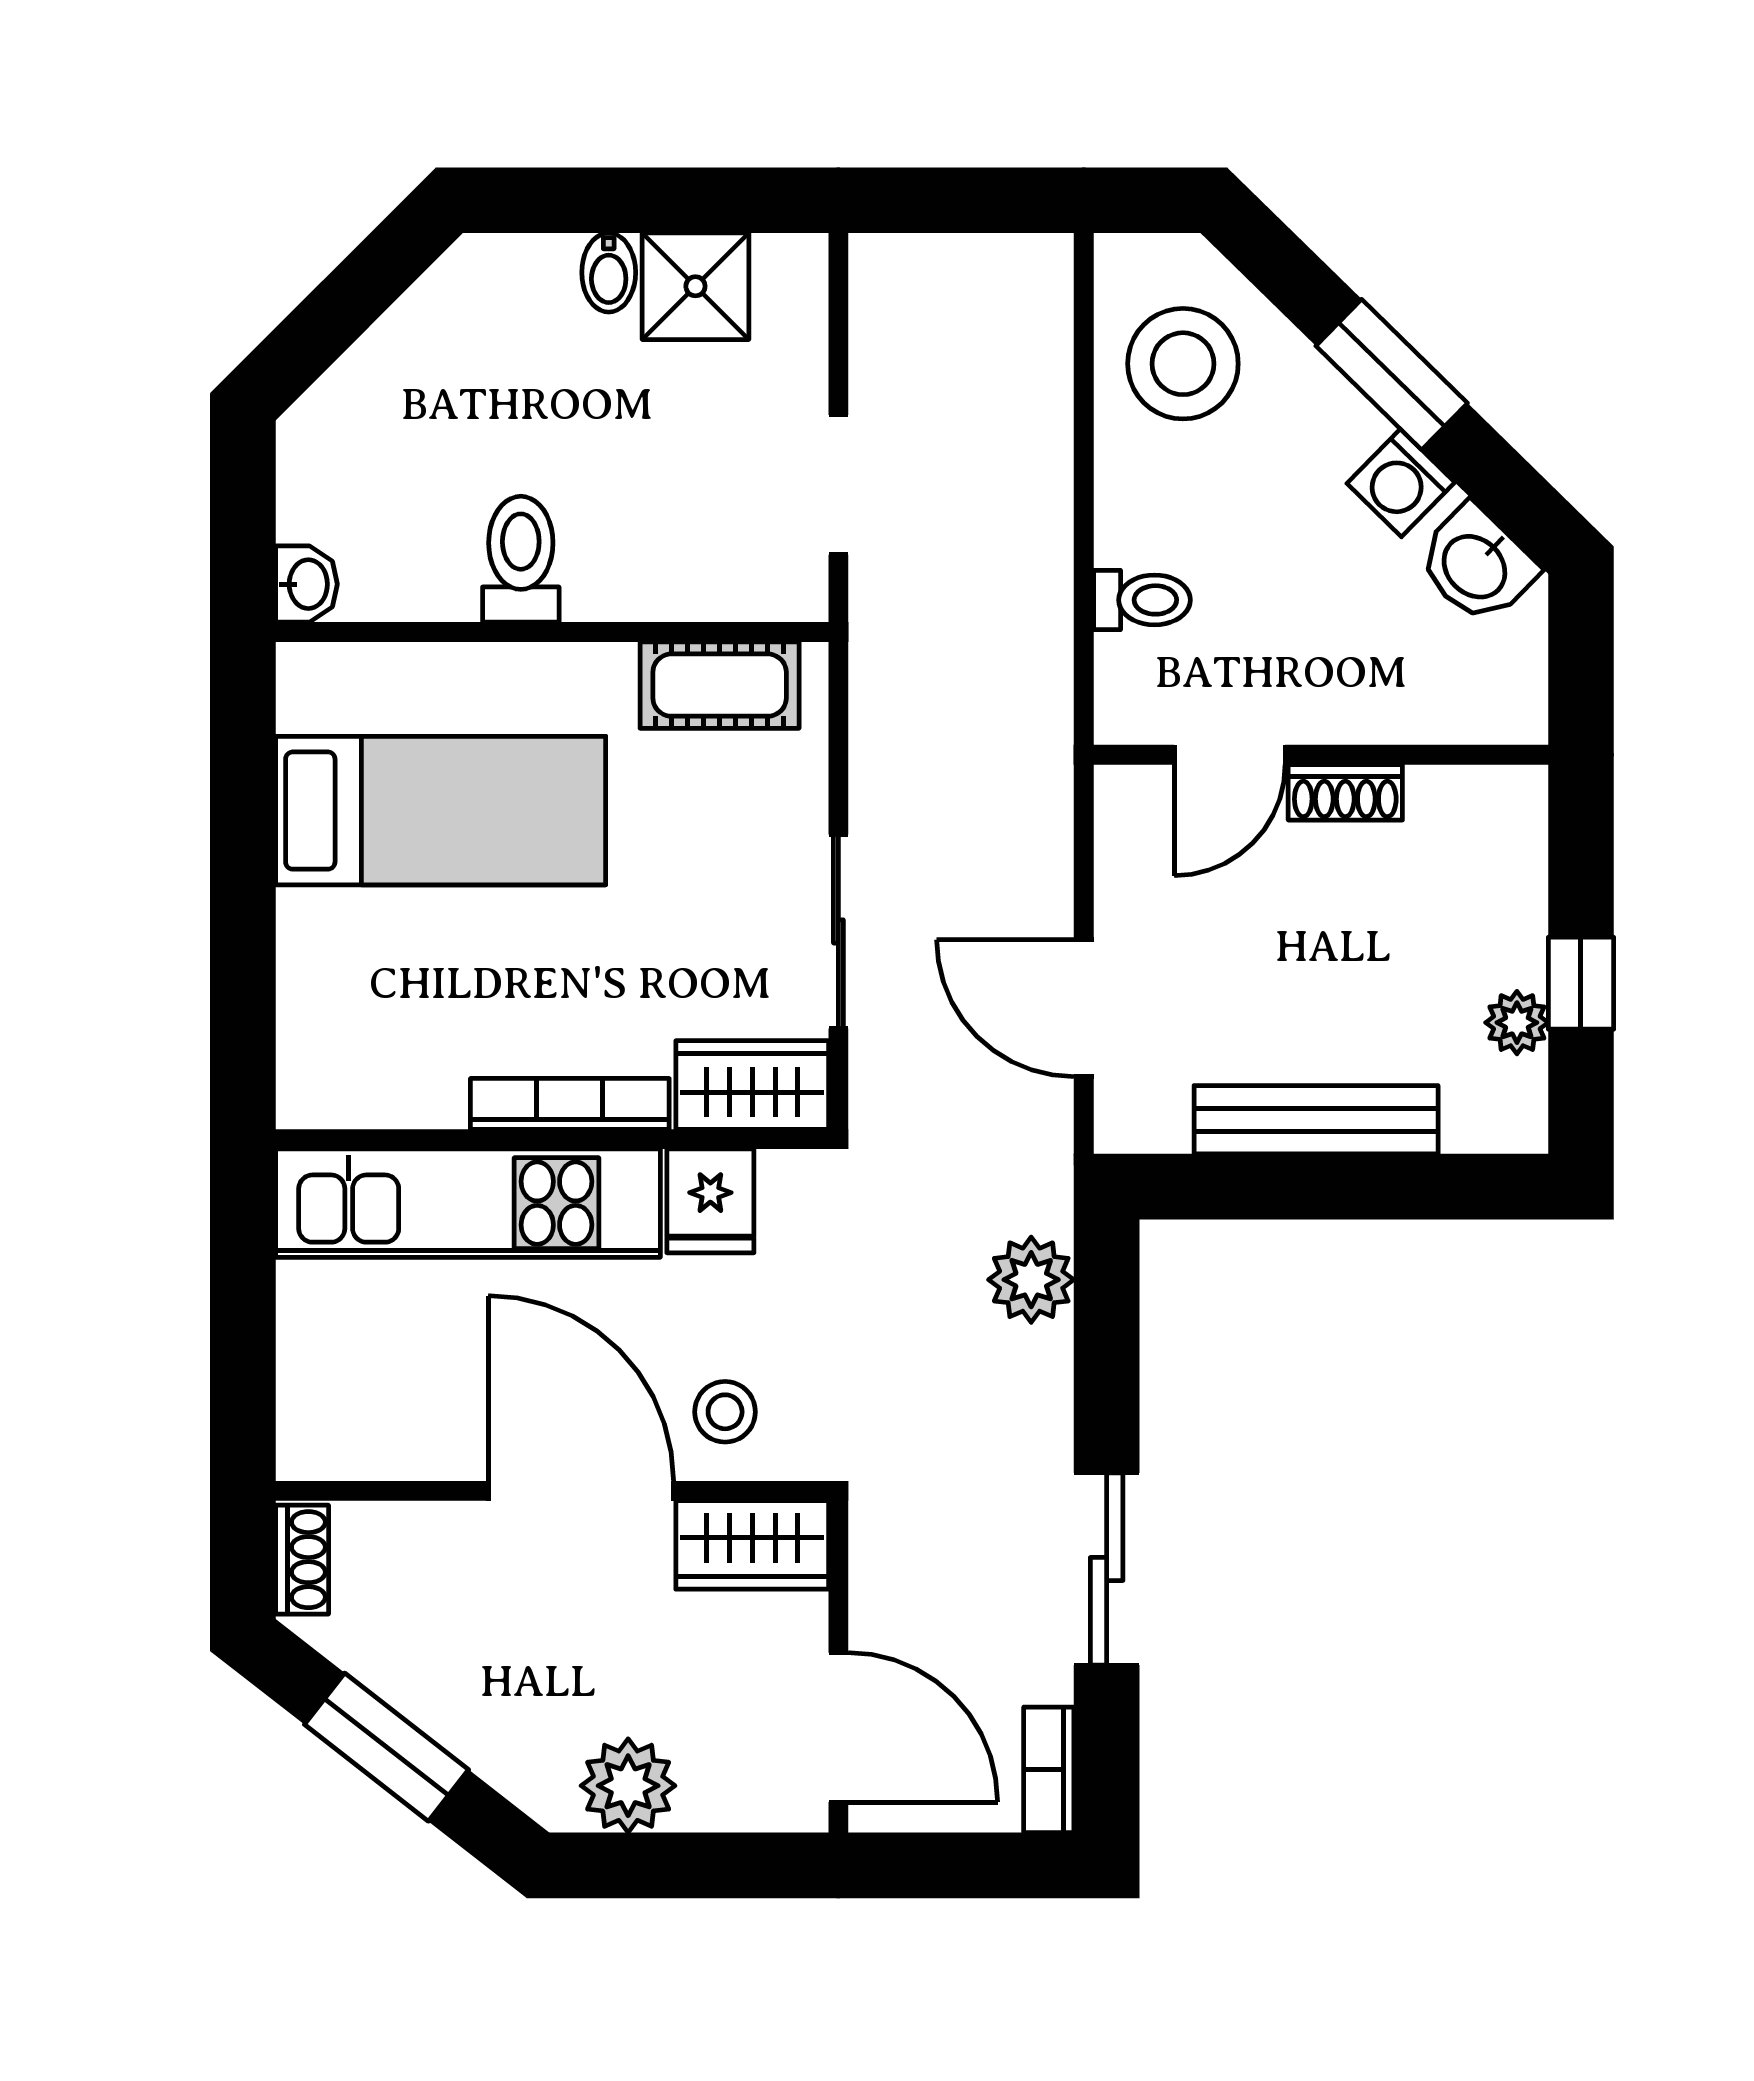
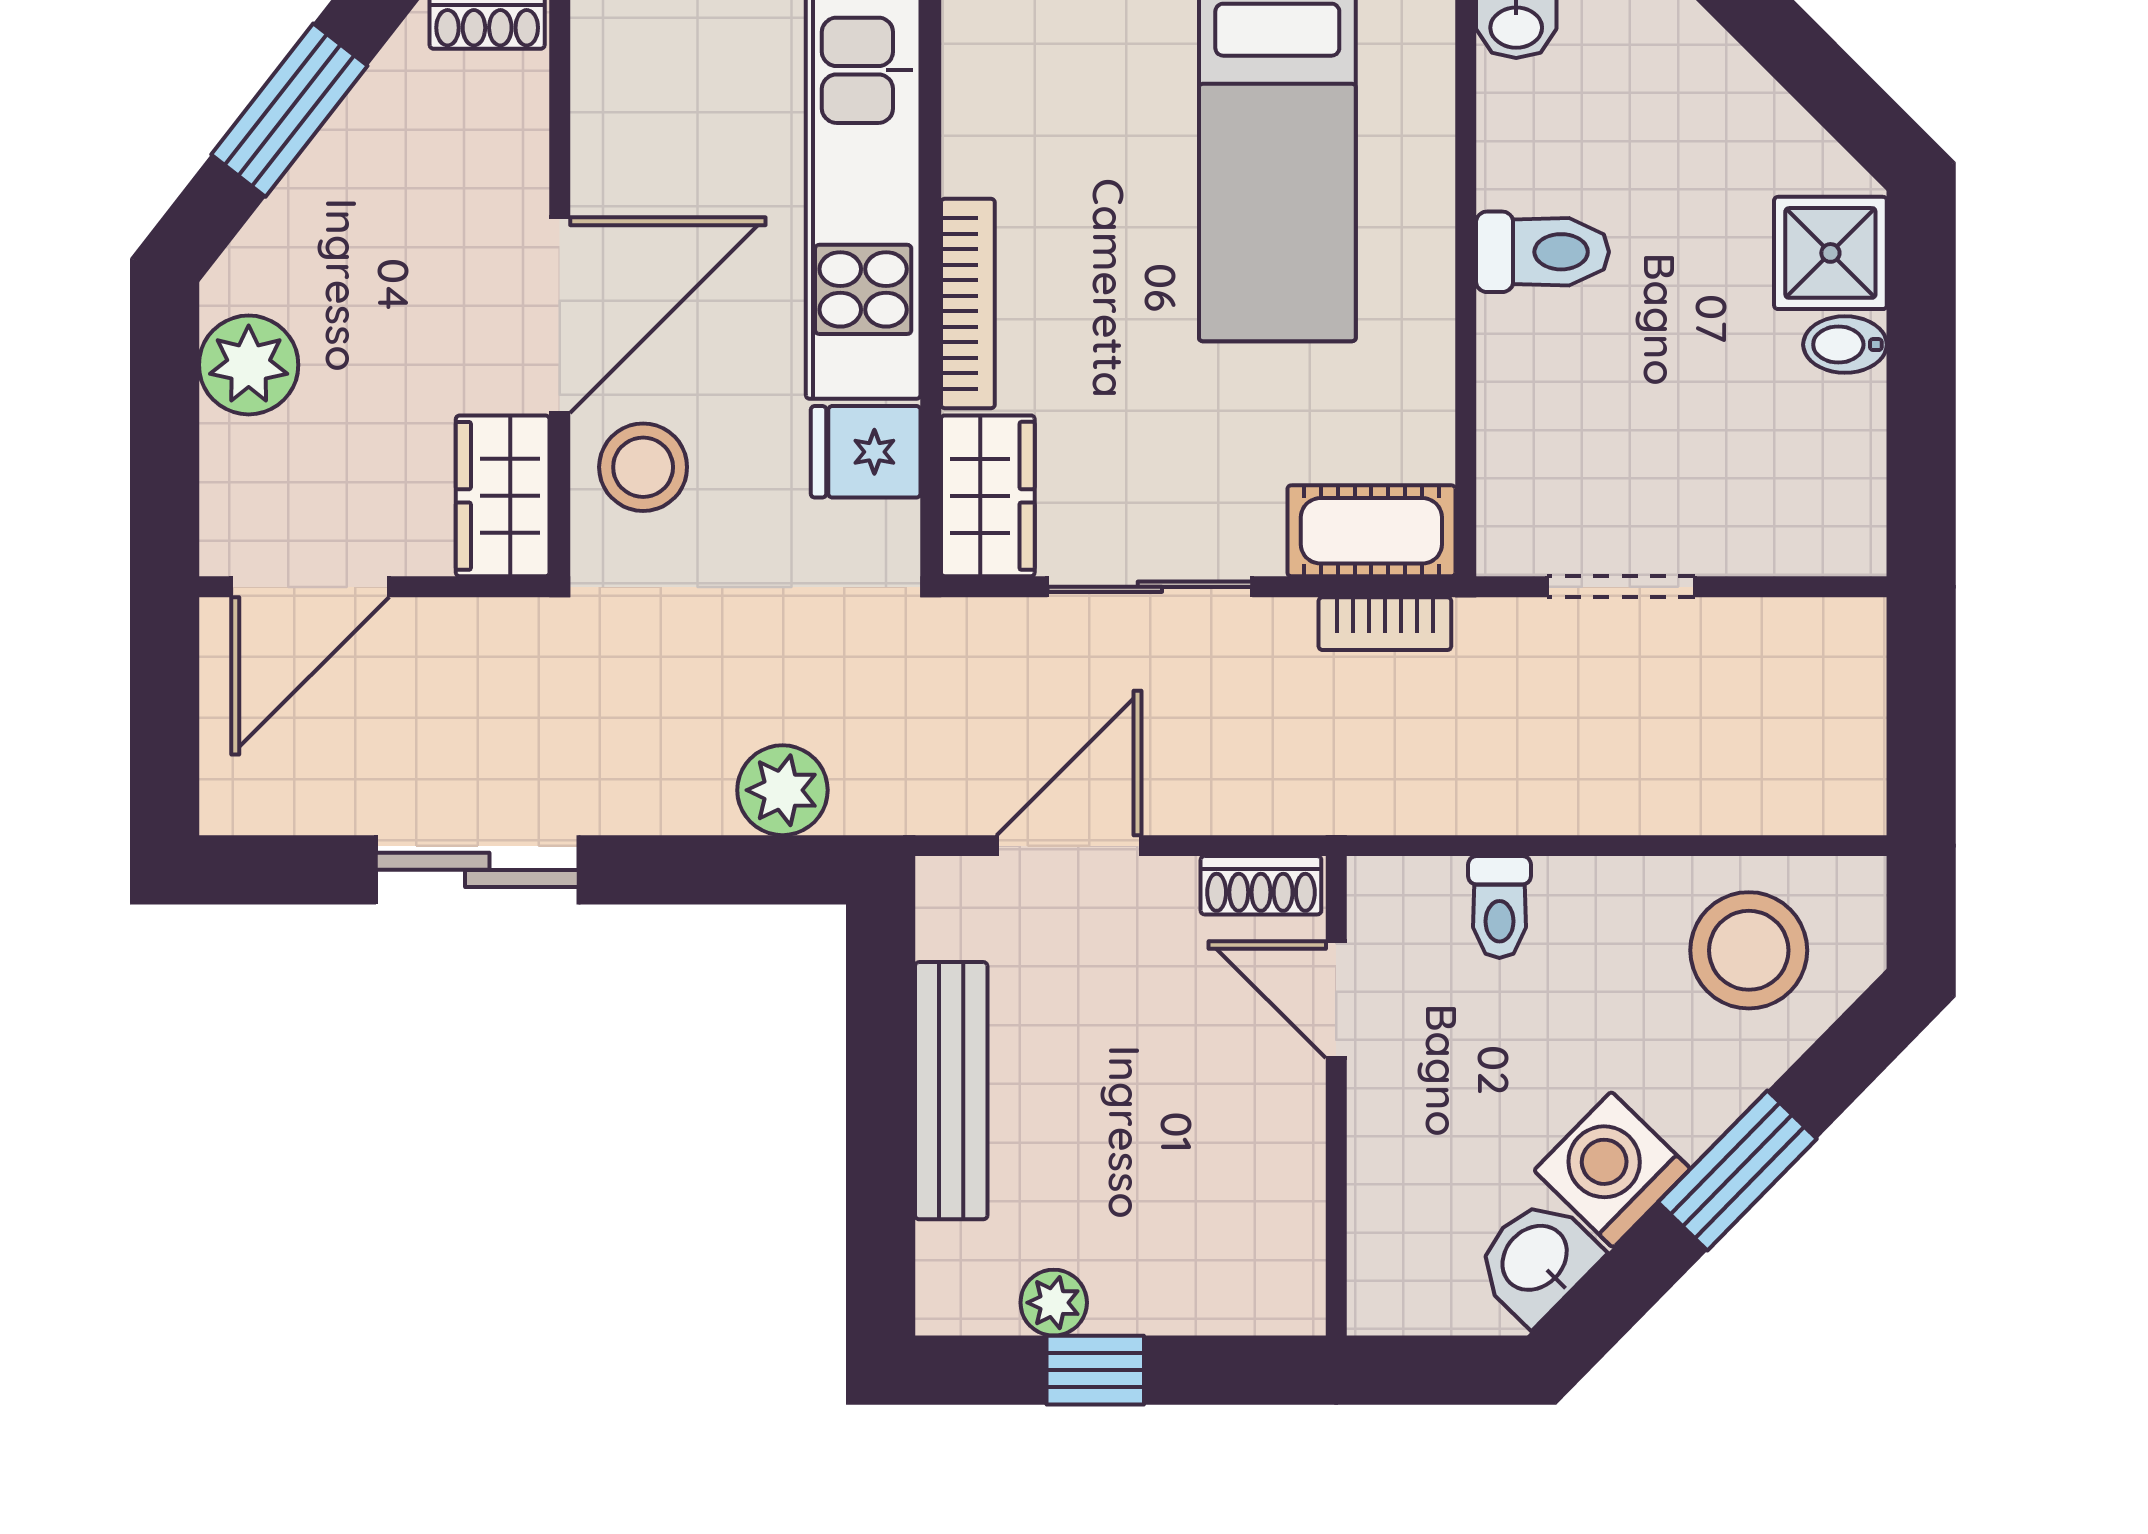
shower: (695, 286) -> (1830, 253), moved
washing machine: (1401, 483) -> (1612, 1170), width x1.38, depth x1.38
cot: (720, 685) -> (1371, 531), moved, turned 90
shoe rack: (1345, 792) -> (1261, 885), moved, turned -90
stool: (725, 1412) -> (643, 467), width x1.37, depth x1.37
bookcase: (1049, 1770) -> (1385, 624), moved, turned 180

